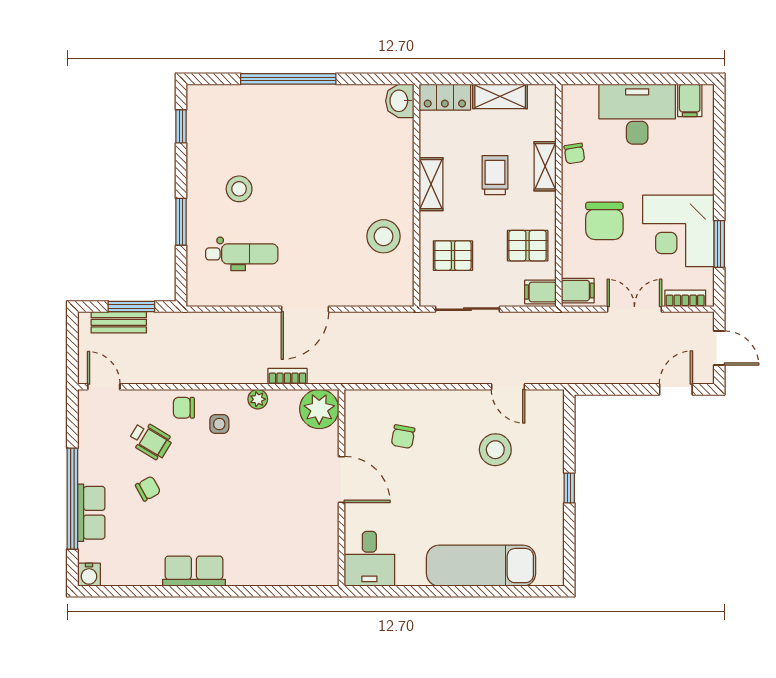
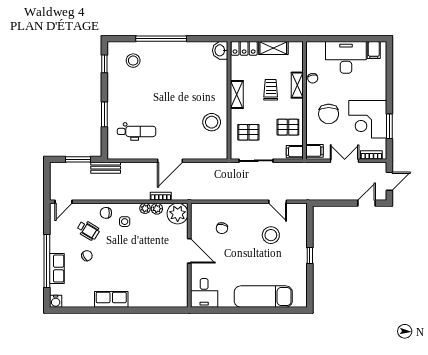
stool: (239, 189) -> (133, 61), moved
bench: (119, 322) -> (106, 168), moved
door: (719, 348) -> (389, 181), hinge flipped
door: (104, 387) -> (63, 202), swing flipped
plant: (280, 400) -> (157, 209), added

